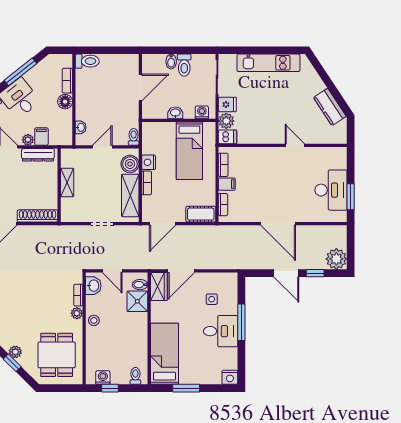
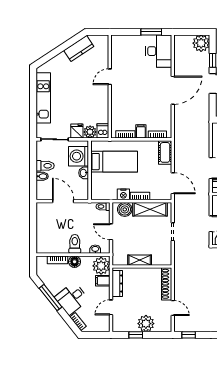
toilet: (87, 61) -> (75, 244), moved
washing machine: (202, 112) -> (79, 156), width x1.89, depth x1.89
plant: (28, 140) -> (101, 266), moved, width x1.88, depth x1.88
desk: (331, 190) -> (159, 51), moved, turned 90

